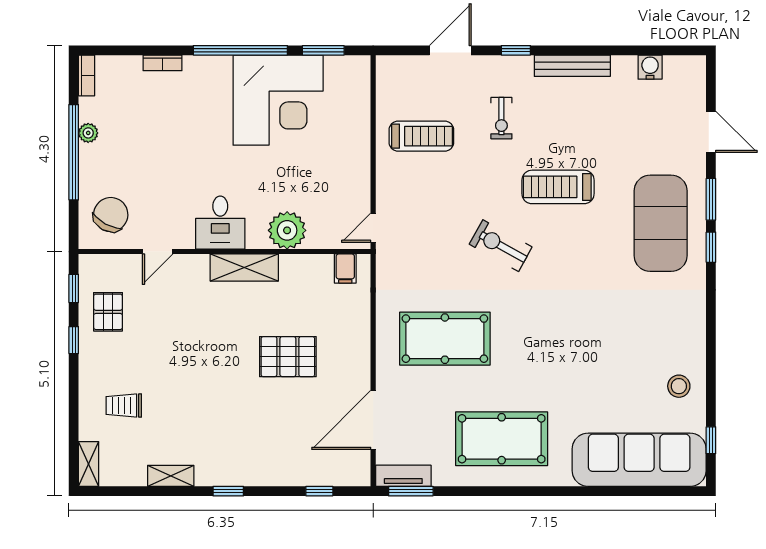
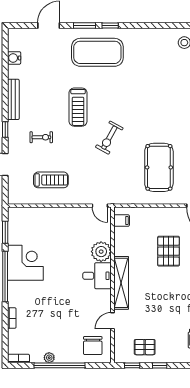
corner desk: (278, 100) -> (25, 263), width x0.74, depth x0.74
treadmill: (421, 136) -> (51, 180), turned 90
chair: (111, 215) -> (93, 346), turned -119
desk: (220, 223) -> (97, 276), moved
door: (158, 252) -> (112, 321), swing flipped
shelving: (244, 268) -> (121, 283), width x1.47

